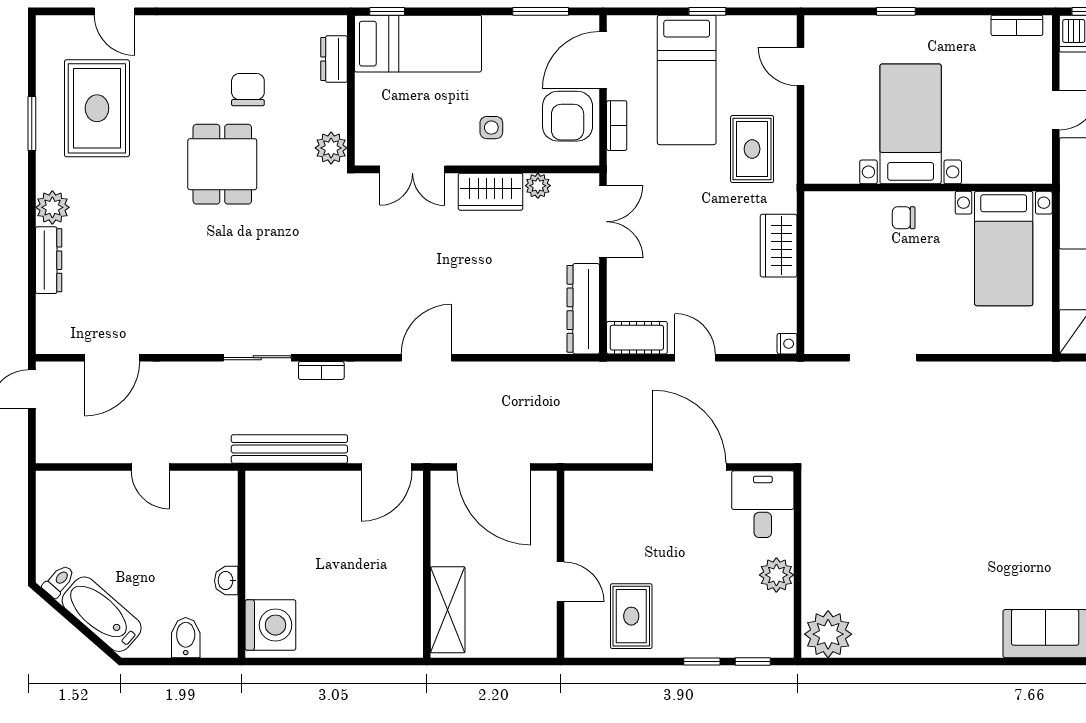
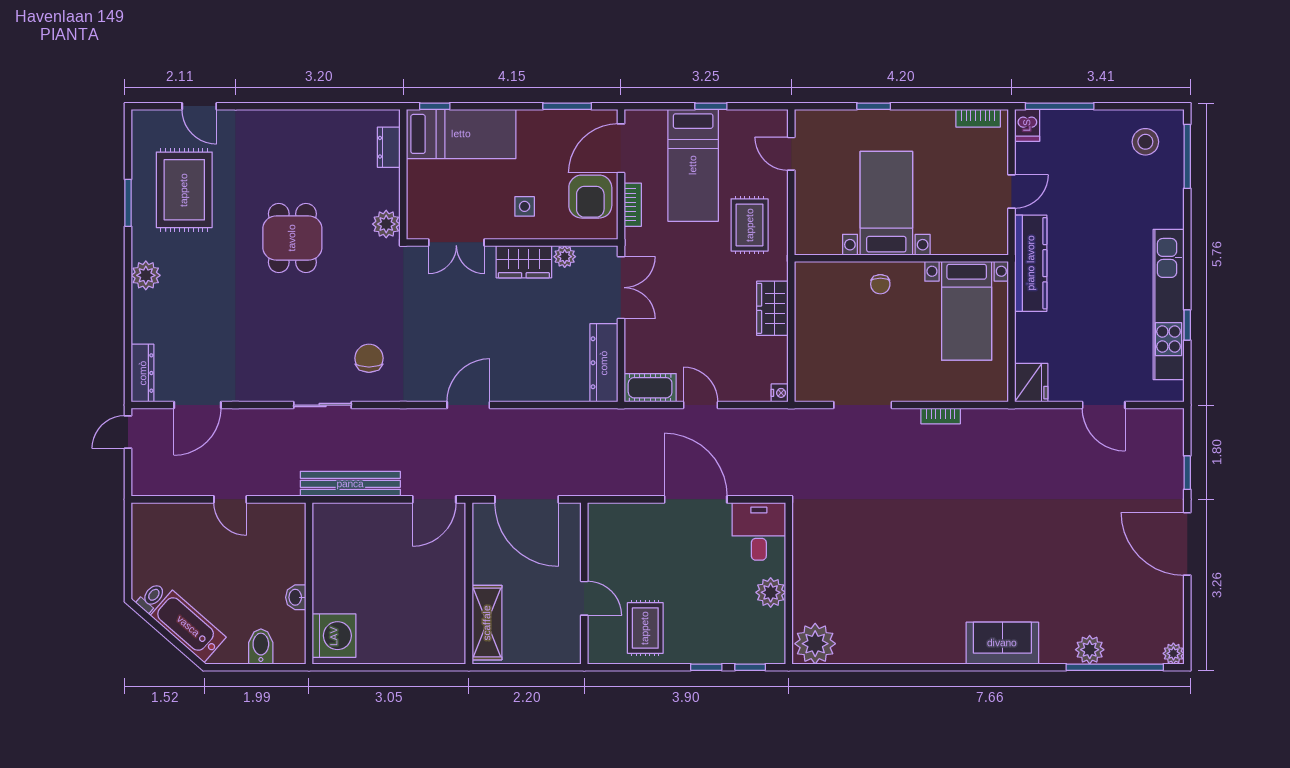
chair: (248, 90) -> (369, 358), moved
chair: (904, 218) -> (880, 284), turned -90
dresser: (49, 260) -> (143, 373), moved
bookcase: (321, 370) -> (941, 416), moved

